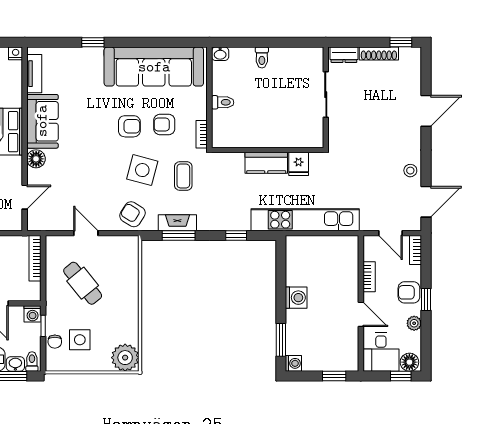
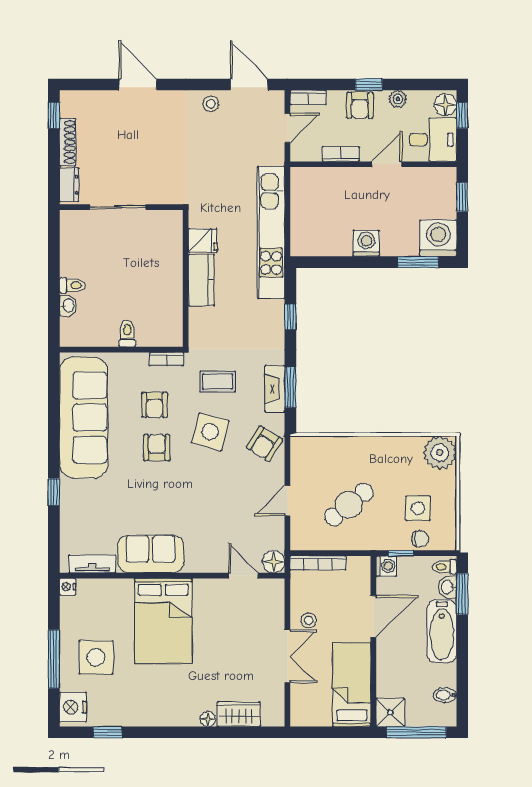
washbasin: (220, 54) -> (68, 306), moved
floor lamp: (36, 159) -> (274, 562), moved
washing machine: (293, 363) -> (438, 238), width x1.89, depth x1.89

